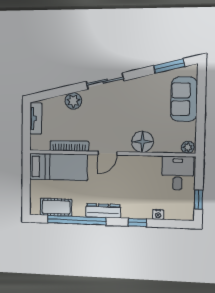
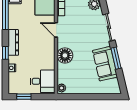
window: (169, 66) -> (116, 58), moved
sofa: (184, 99) -> (105, 64), moved, turned -103
dresser: (103, 211) -> (13, 42), moved

